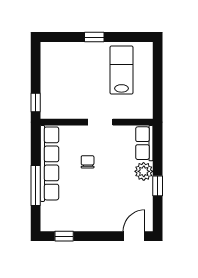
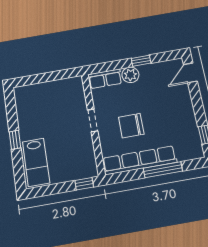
lab bench: (122, 70) -> (36, 162), moved, turned -90
chair: (88, 162) -> (131, 126), width x1.87, depth x1.87
door: (134, 236) -> (190, 73), hinge flipped

